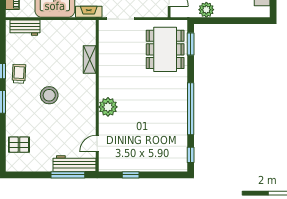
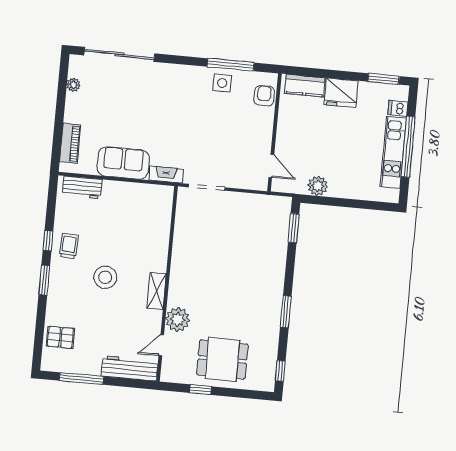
dining table: (165, 49) -> (222, 359), moved, width x0.73
shelving: (90, 59) -> (157, 291), moved
plant: (108, 107) -> (178, 319), moved
window: (191, 109) -> (286, 312), width x0.47
window: (68, 175) -> (81, 379), moved

